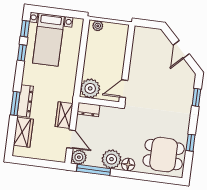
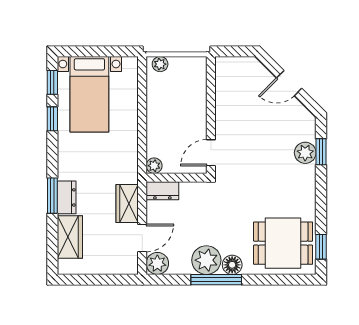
door: (181, 49) -> (289, 83), hinge flipped
plant: (90, 88) -> (154, 166), width x0.53, depth x0.53
plant: (186, 97) -> (305, 153), added
dresser: (25, 101) -> (67, 197), width x0.70
door: (71, 139) -> (142, 238), hinge flipped
window: (191, 143) -> (321, 247), moved
window: (94, 170) -> (216, 280), moved

